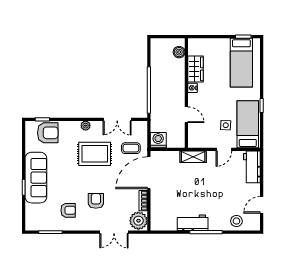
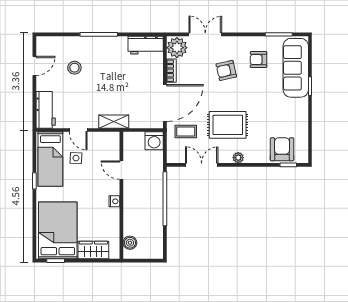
bed: (241, 63) -> (58, 230), width x1.50
wardrobe: (196, 69) -> (93, 250), moved, turned 90
armchair: (48, 133) -> (282, 149), turned 90
door: (224, 149) -> (78, 130), swing flipped
sofa: (36, 178) -> (296, 68), moved
armchair: (96, 201) -> (226, 70), turned 77
stool: (236, 221) -> (74, 68), moved
workbench: (193, 223) -> (146, 45), moved

